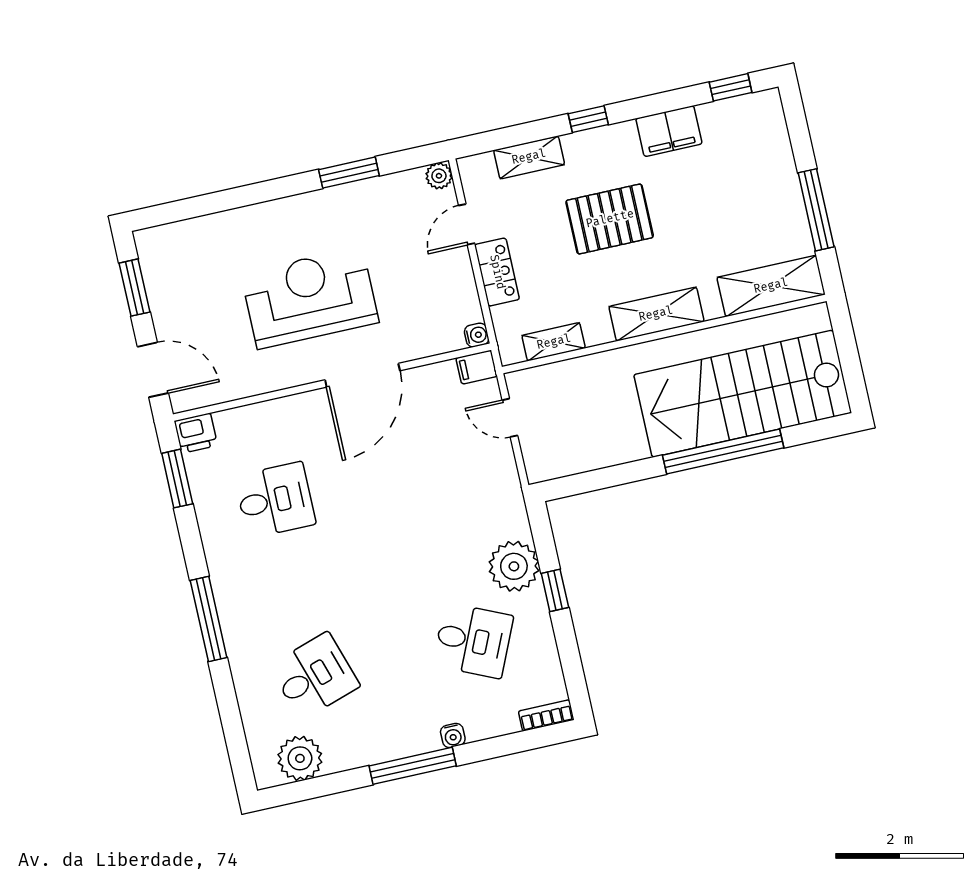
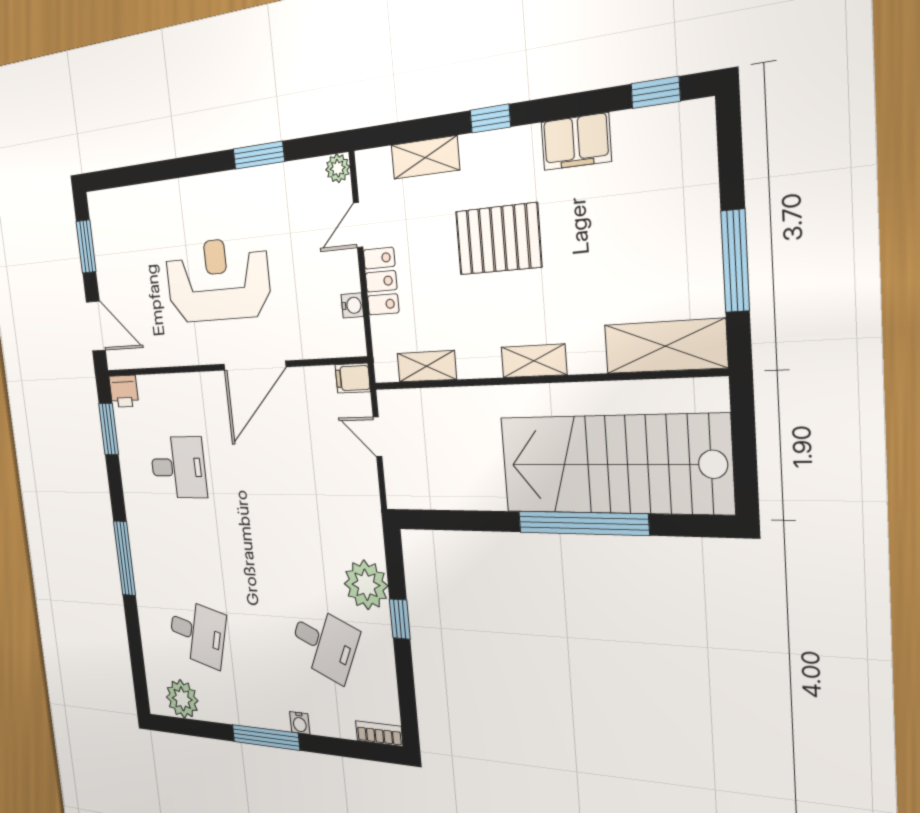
shelving: (656, 314) -> (534, 361), width x0.67, depth x0.75
water cooler: (477, 335) -> (352, 305), moved
desk: (314, 676) -> (197, 633), turned 33

